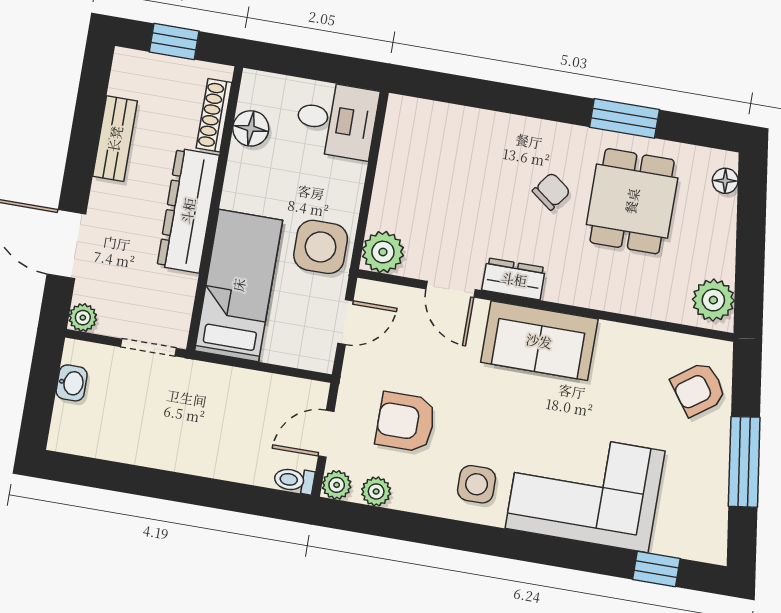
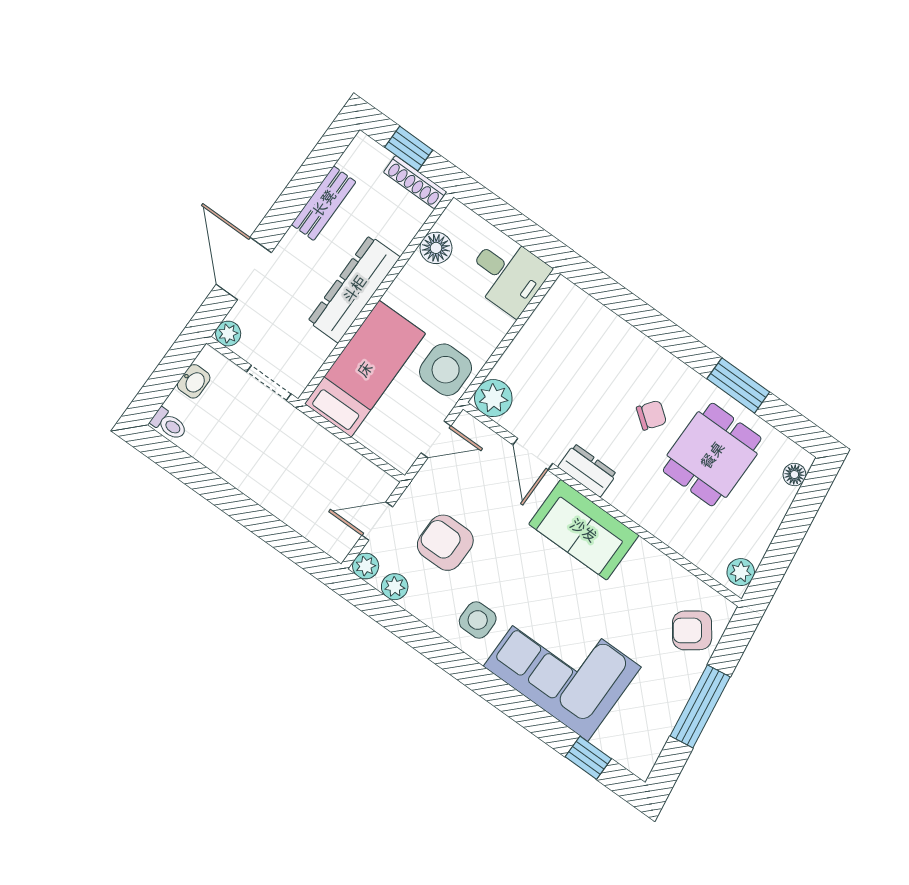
shoe rack: (214, 115) -> (415, 182), moved, turned -90
plant: (713, 300) -> (741, 572), width x0.73, depth x0.73
toilet: (294, 480) -> (169, 424), moved, turned 180

